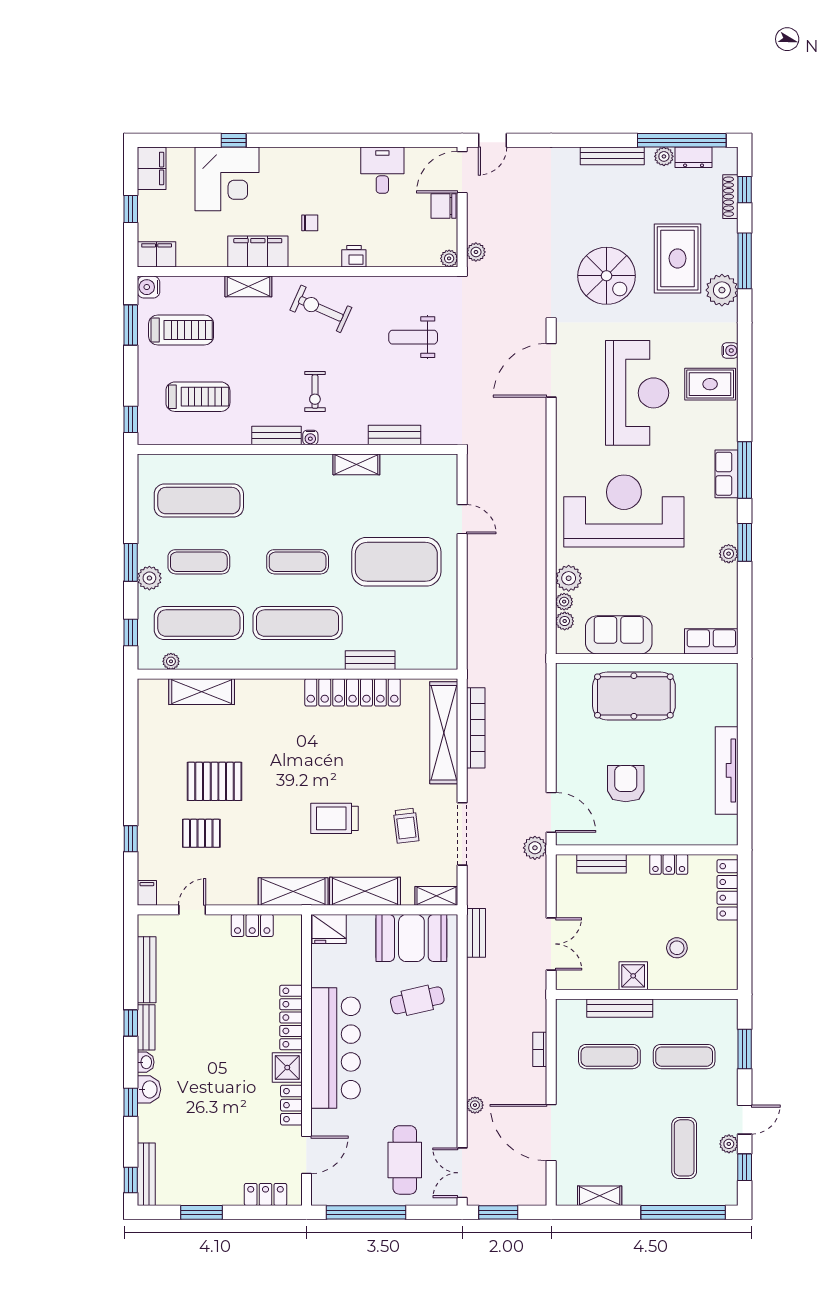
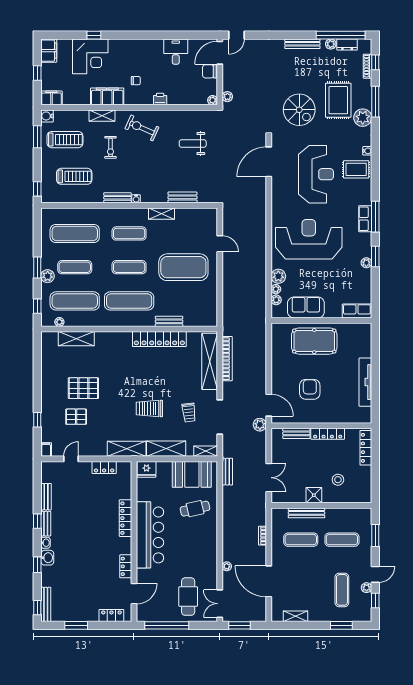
exercise bike: (315, 392) -> (110, 147), moved
exercise mat: (298, 501) -> (129, 233), added
locker: (669, 864) -> (328, 434), width x1.53
bench: (147, 970) -> (46, 497), width x0.73
shower: (287, 1068) -> (123, 546), removed
window: (683, 1212) -> (341, 625), width x0.47

